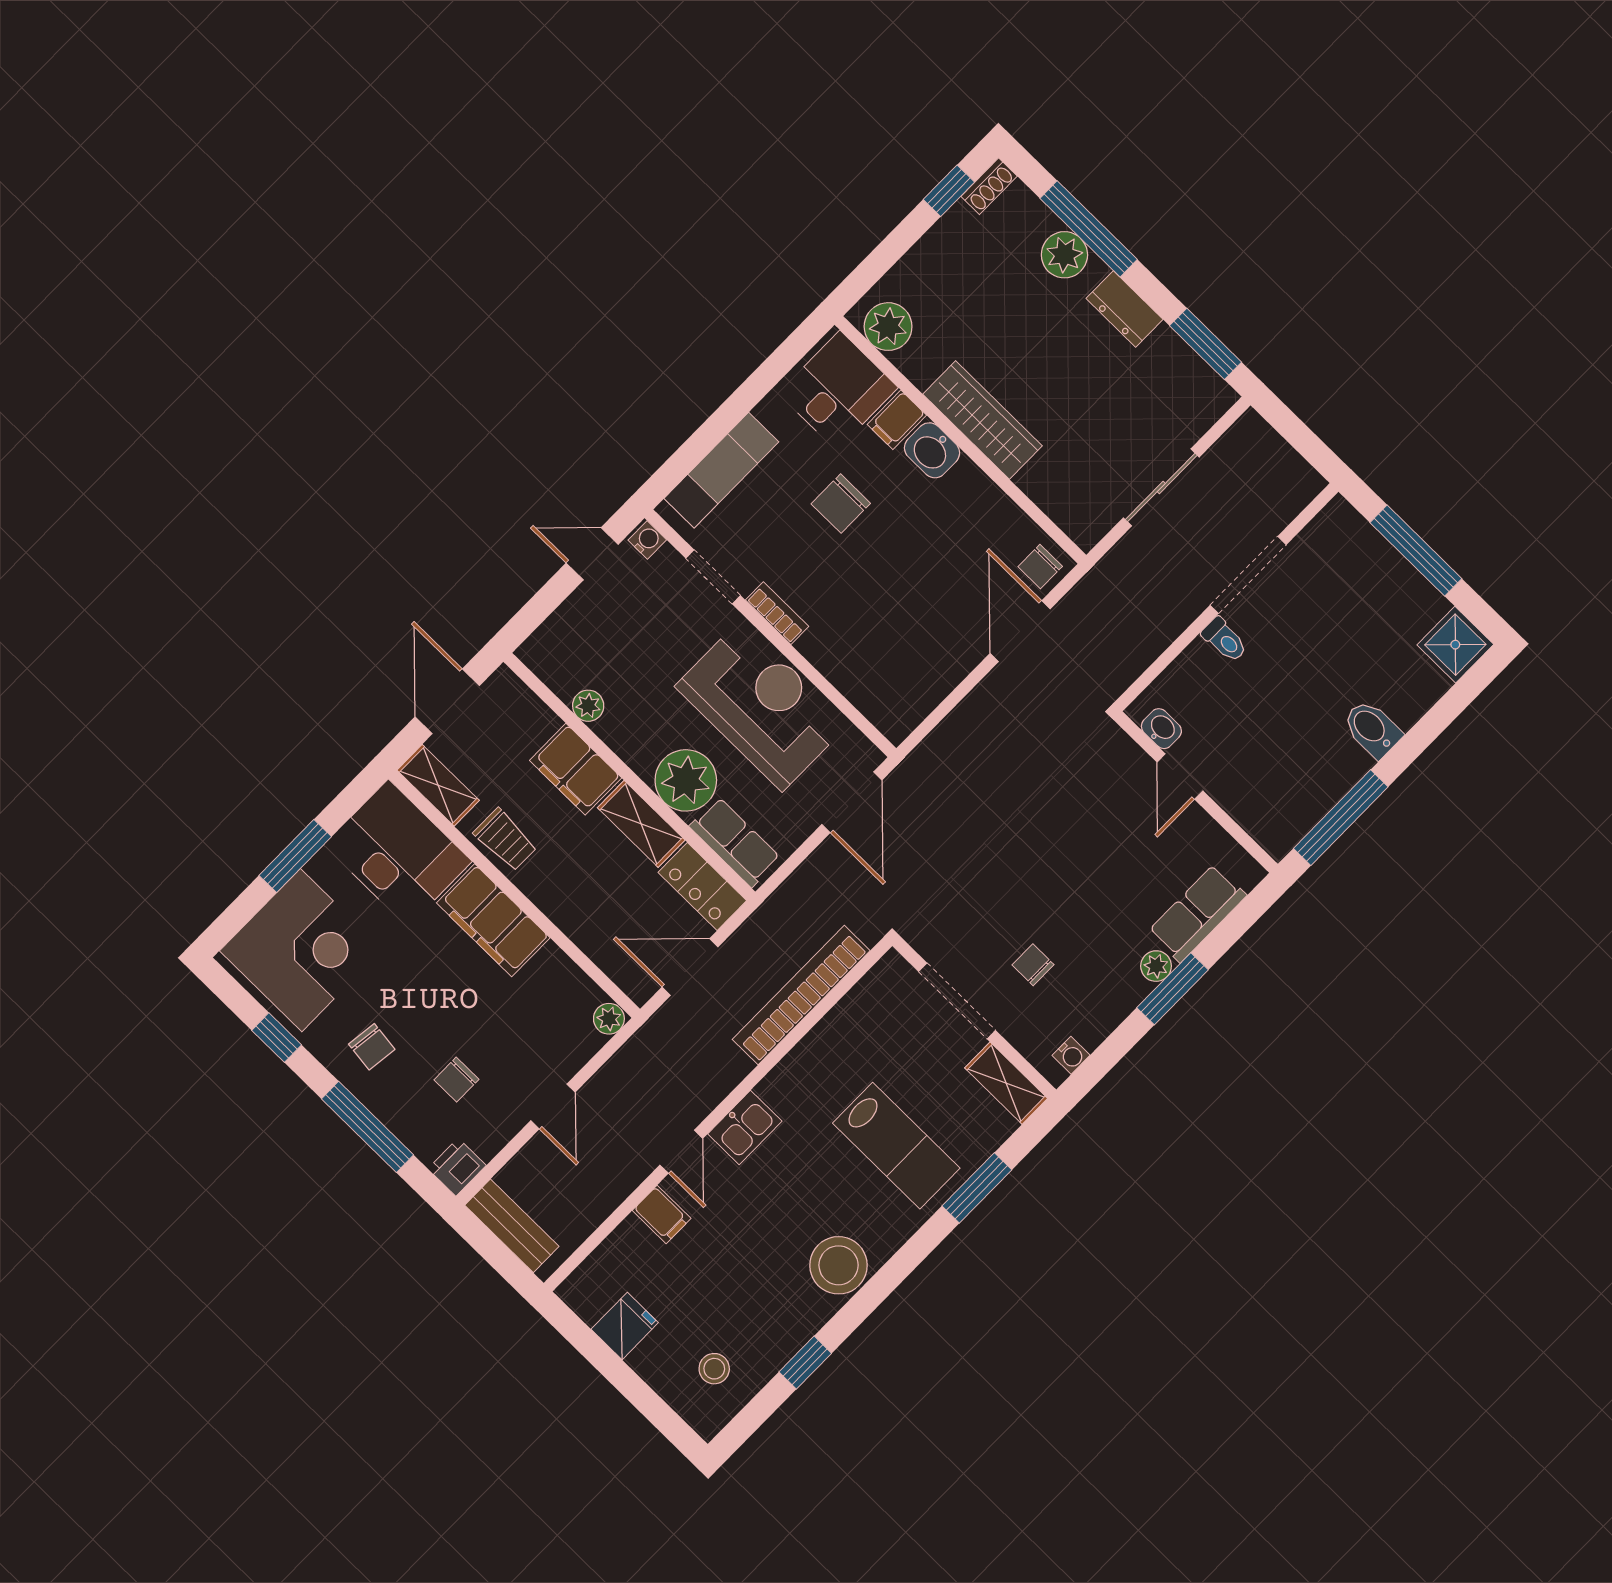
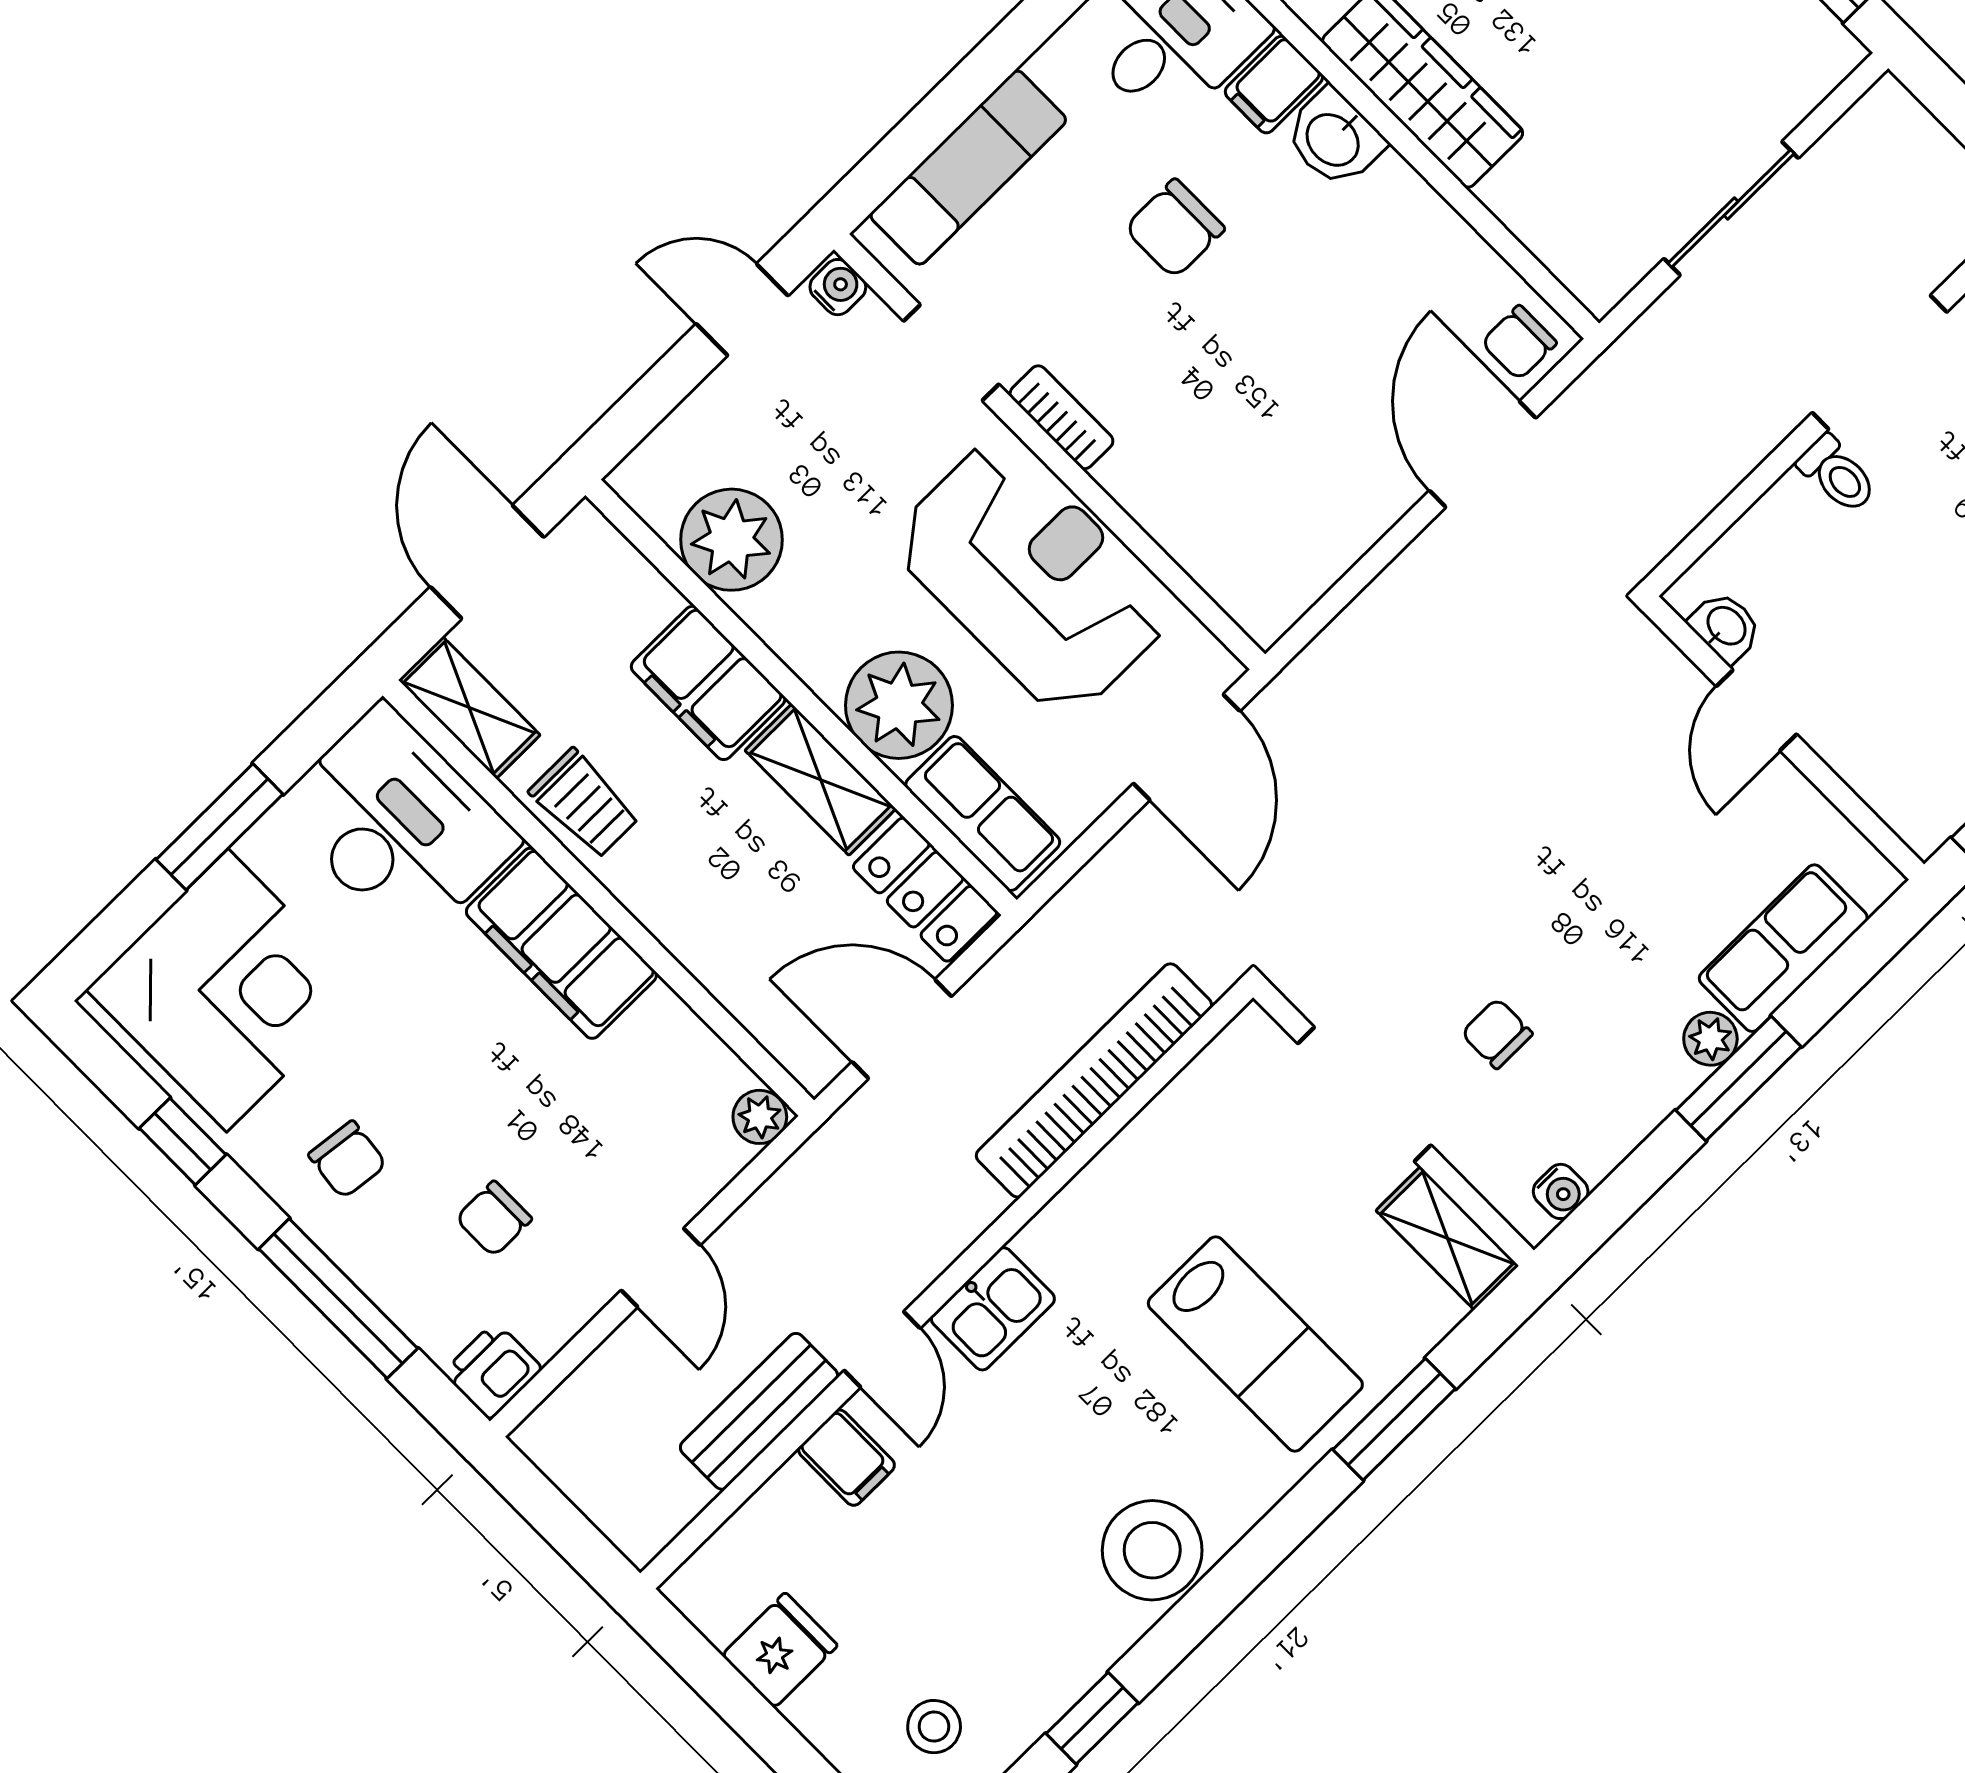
plant: (588, 706) -> (731, 540), width x1.87, depth x1.87
bench: (512, 1226) -> (759, 1411), moved, turned 90

